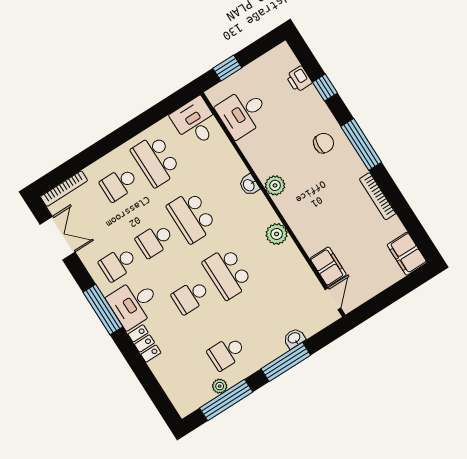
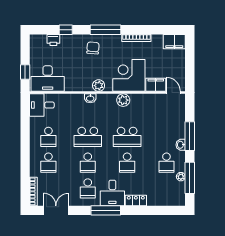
desk: (243, 113) -> (48, 79), width x1.37
school desk: (156, 160) -> (48, 137), width x0.54
corner desk: (317, 220) -> (129, 75), added
washbasin: (294, 338) -> (181, 145), moved

